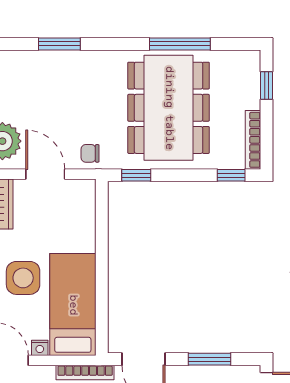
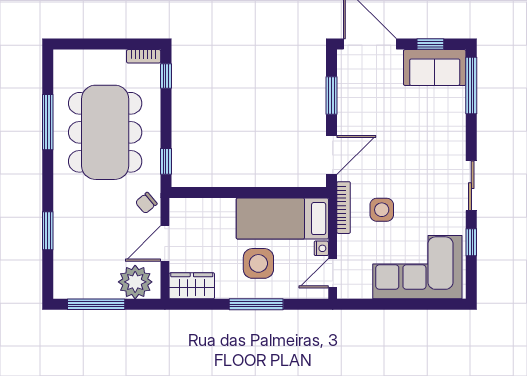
window: (267, 85) -> (85, 44), removed
dining table: (169, 108) -> (105, 132), turned 90
bookcase: (253, 140) -> (144, 56), width x0.64
chair: (90, 153) -> (146, 203), turned 50

